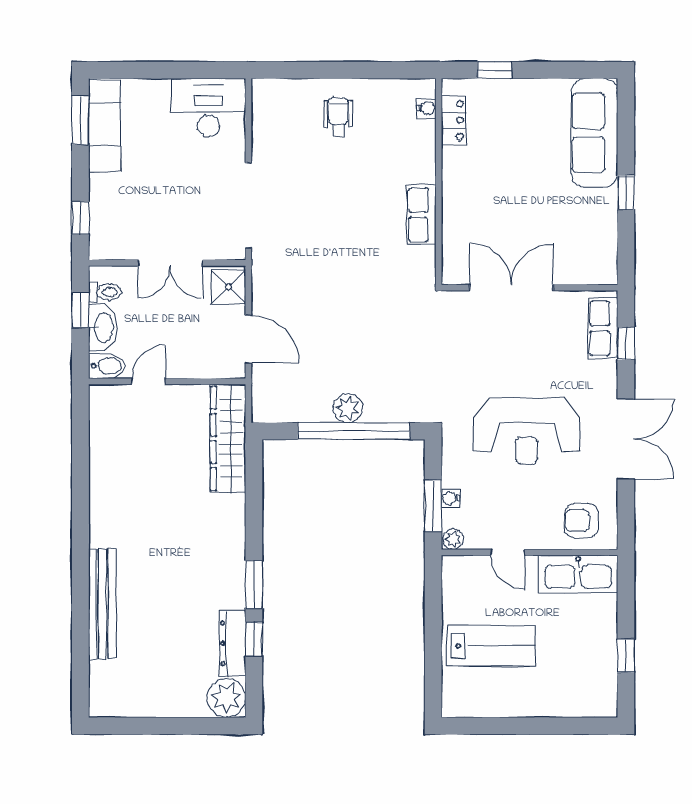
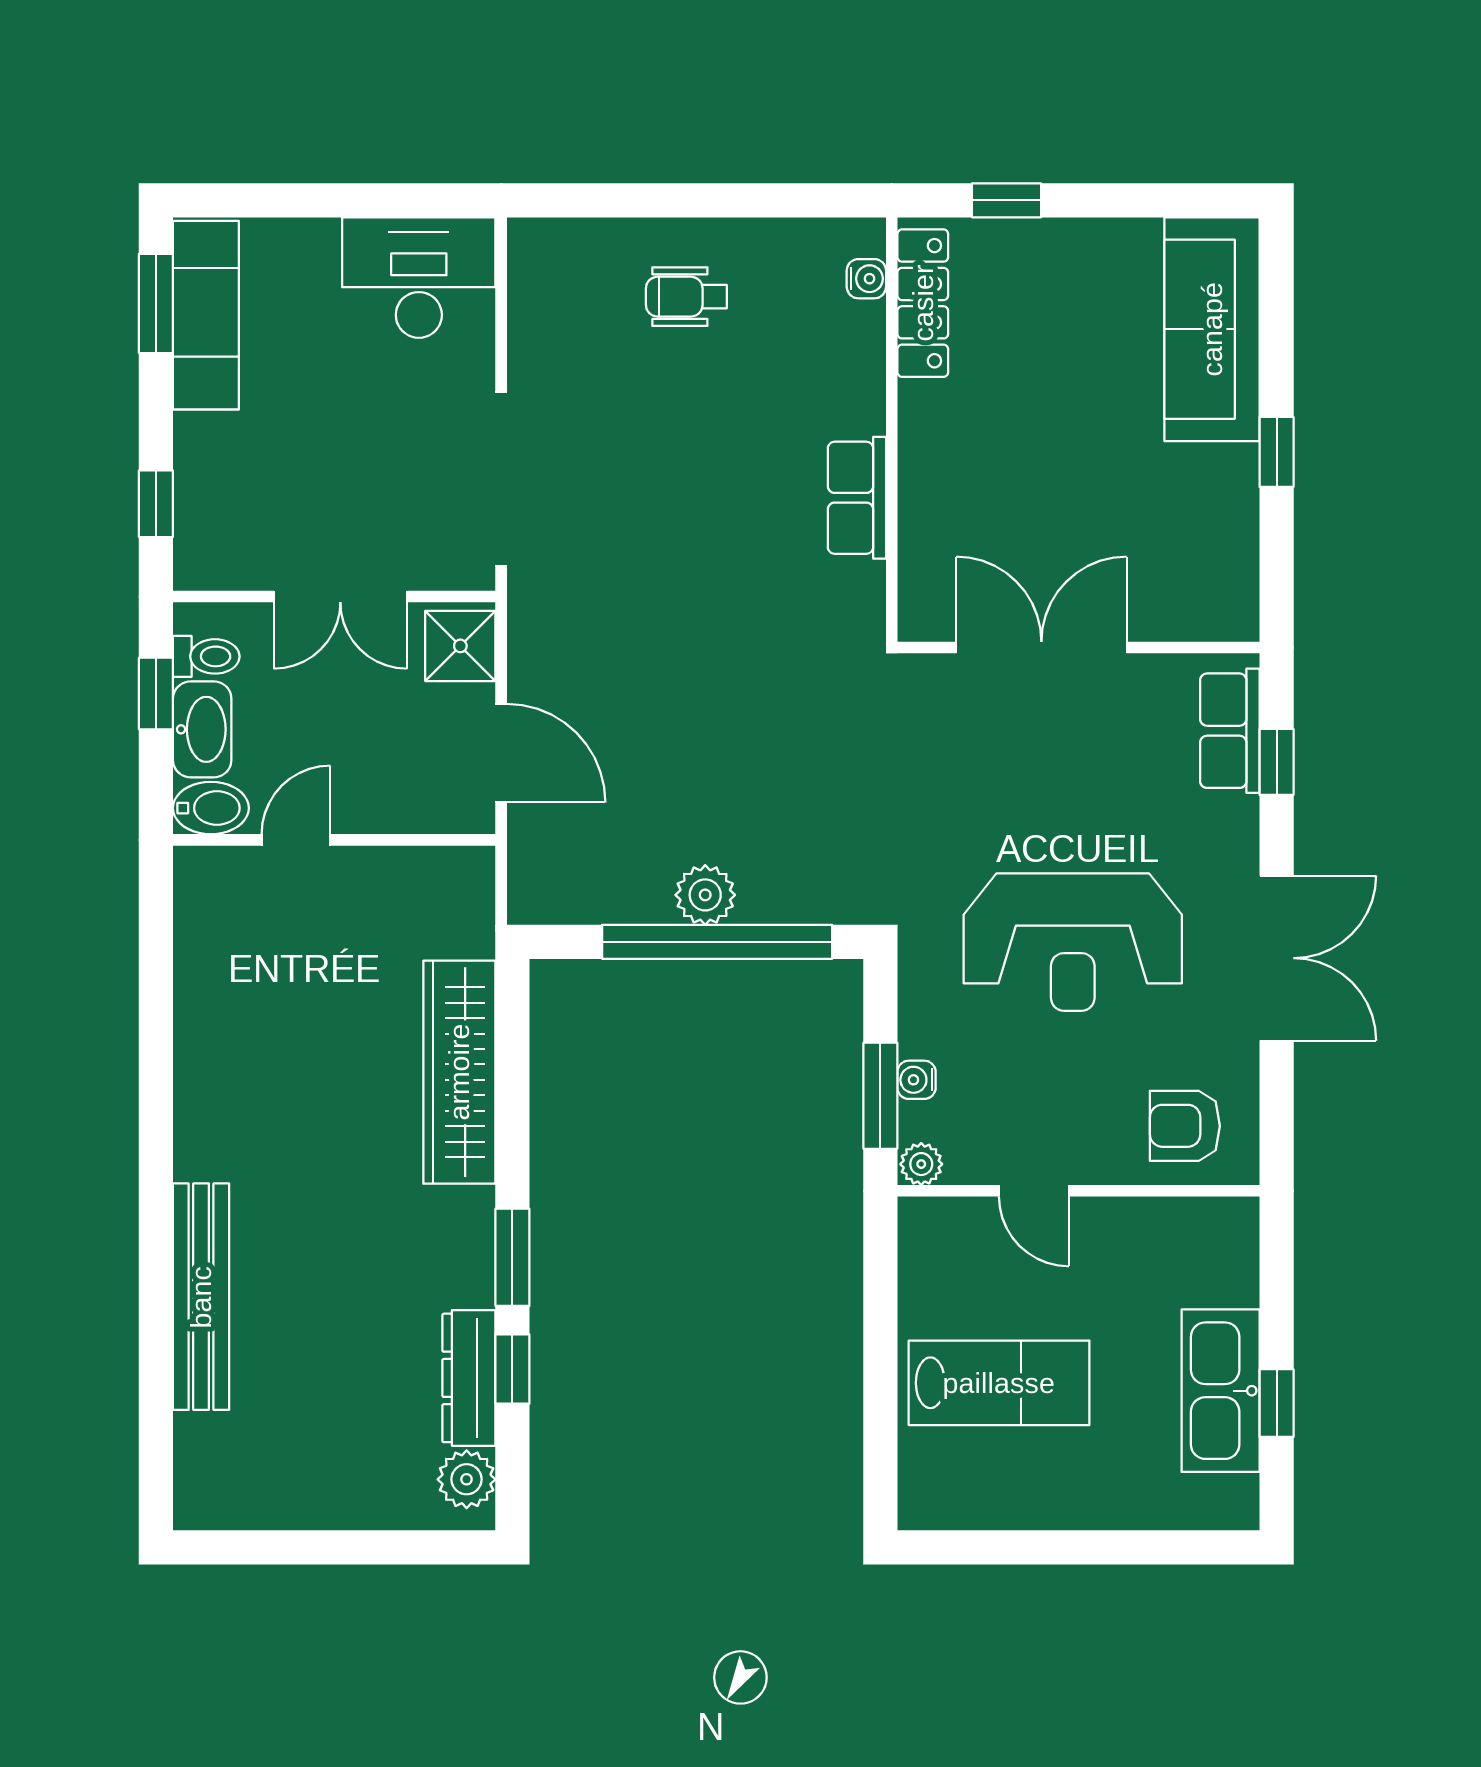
wheelchair: (339, 117) -> (686, 297), turned -90
locker: (454, 120) -> (923, 303), width x1.53
wardrobe: (228, 438) -> (459, 1072), moved
kitchen sink: (578, 574) -> (1221, 1391), moved, turned 90
plant: (226, 698) -> (467, 1479), width x0.73, depth x0.73

